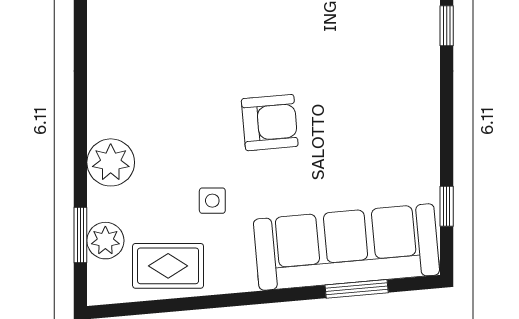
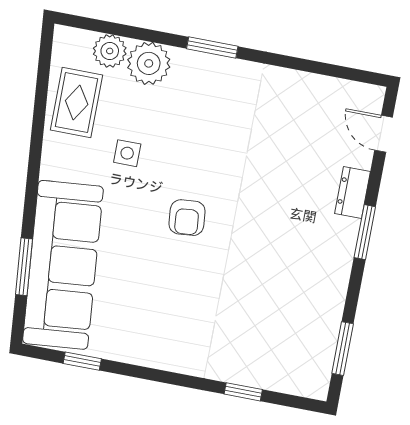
armchair: (270, 123) -> (187, 218), width x0.72, depth x0.72
plant: (111, 162) -> (149, 63), moved
window: (80, 235) -> (212, 48), moved

